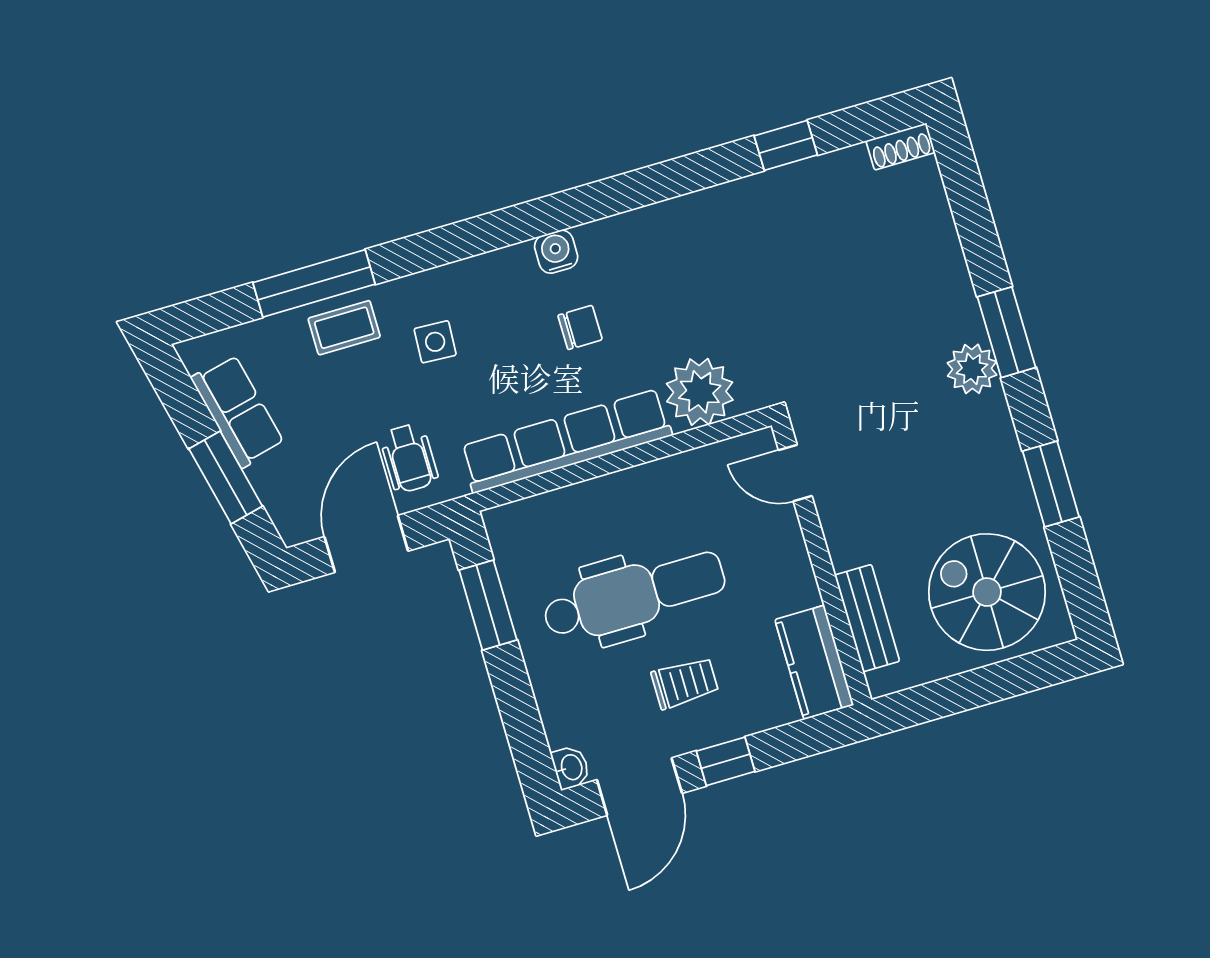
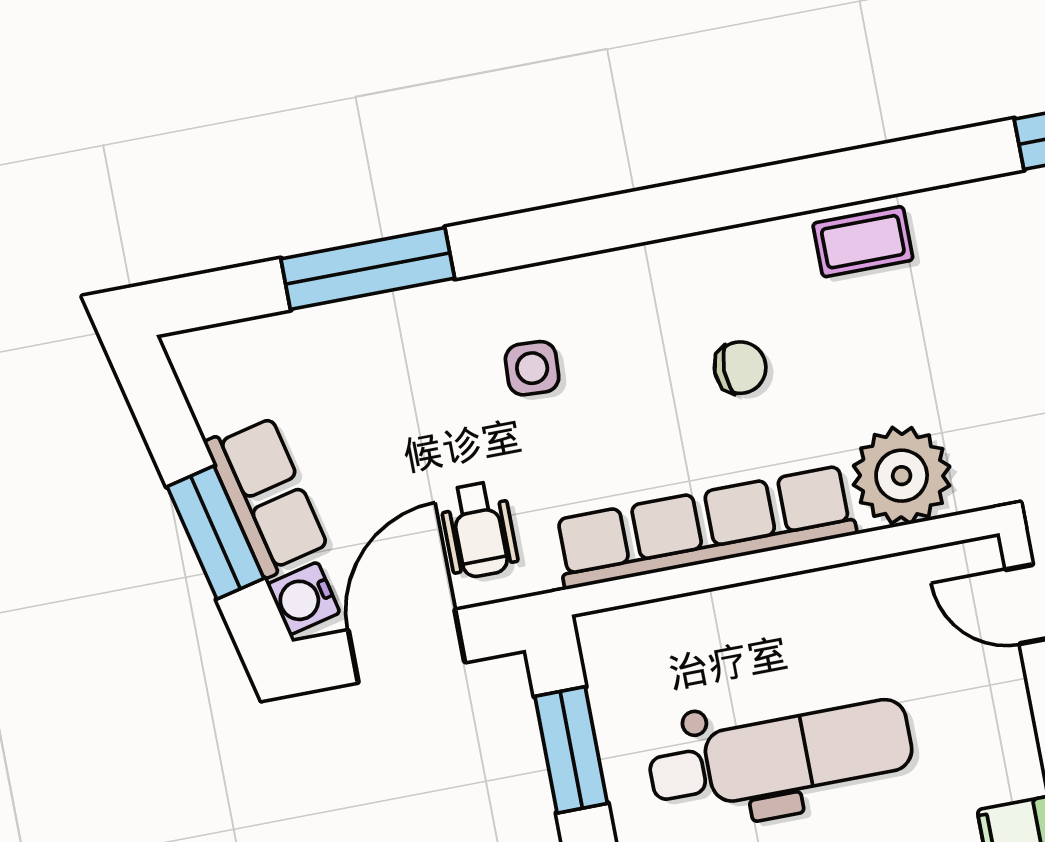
water cooler: (556, 252) -> (303, 599), moved, turned -103
coffee table: (344, 328) -> (863, 242), moved
row of seats: (238, 411) -> (267, 496), moved

